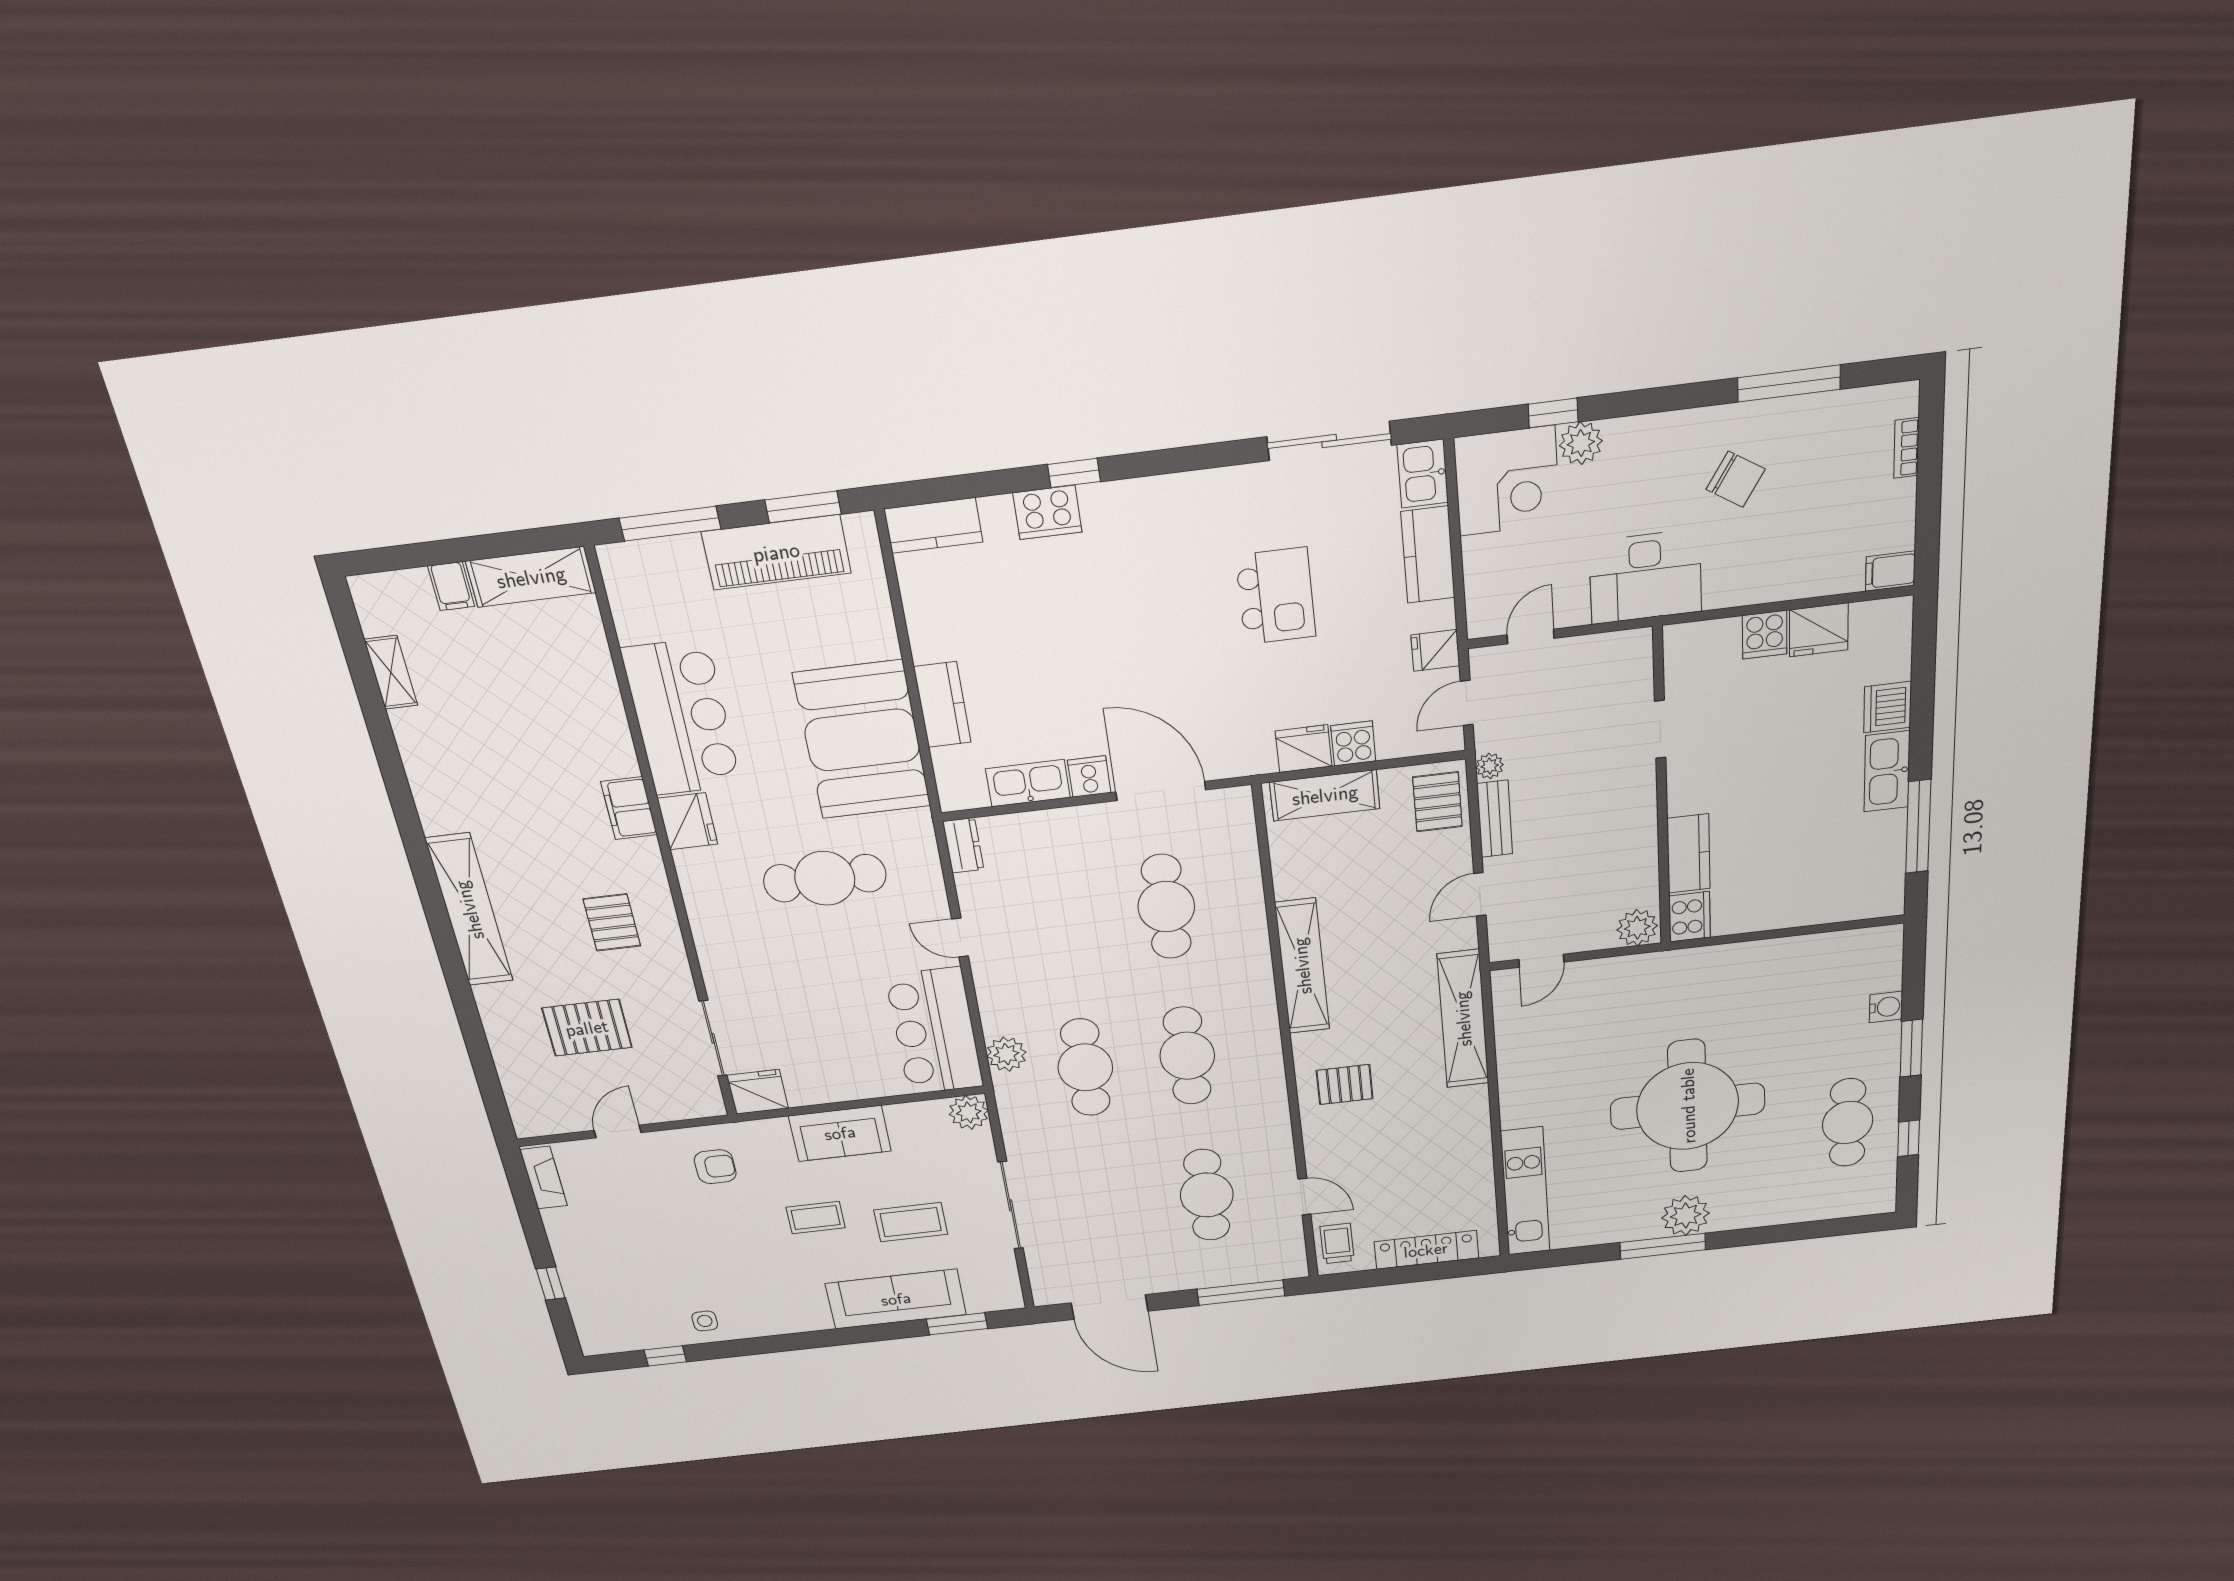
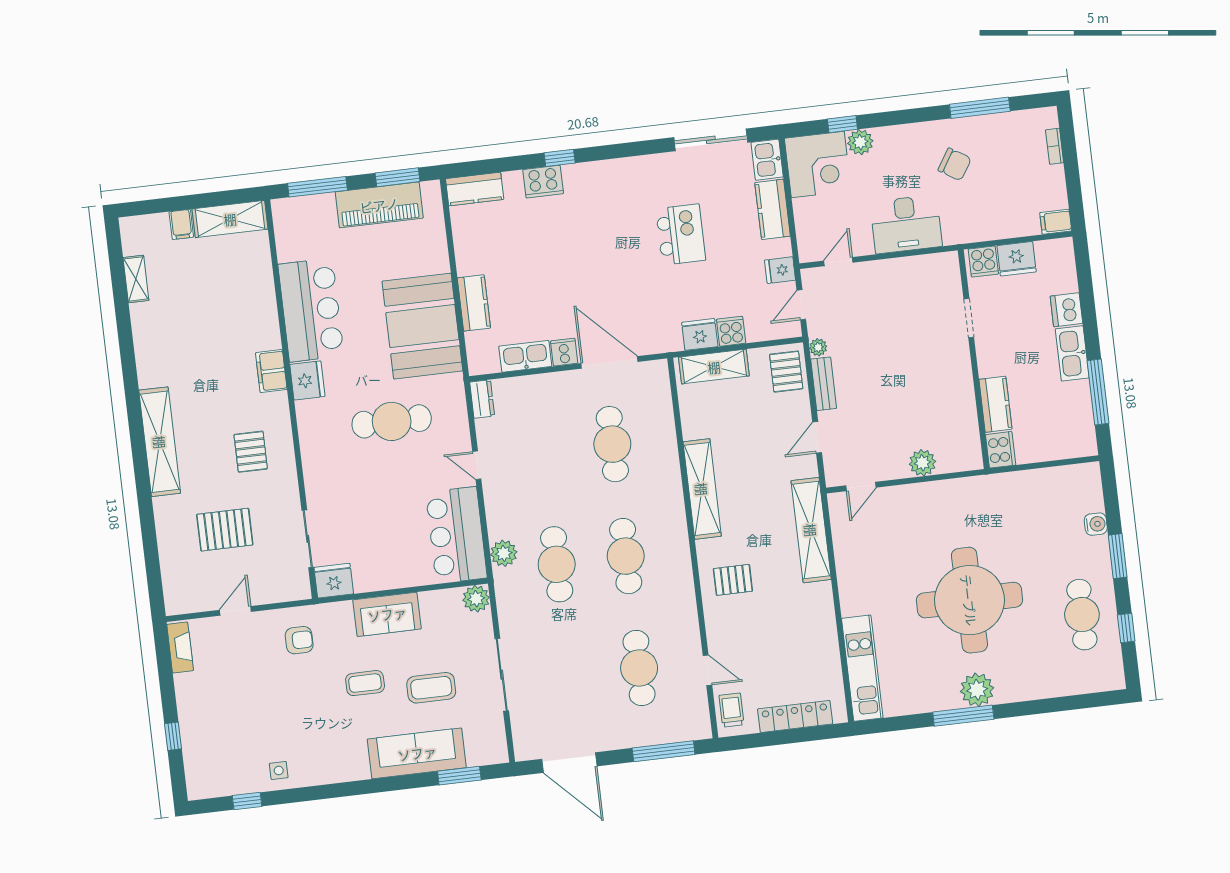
doorway: (1660, 729) -> (969, 318), moved
wall: (1662, 790) -> (974, 359), moved
kitchen counter: (1689, 854) -> (995, 404), moved
cooker: (1690, 917) -> (1001, 450), moved

